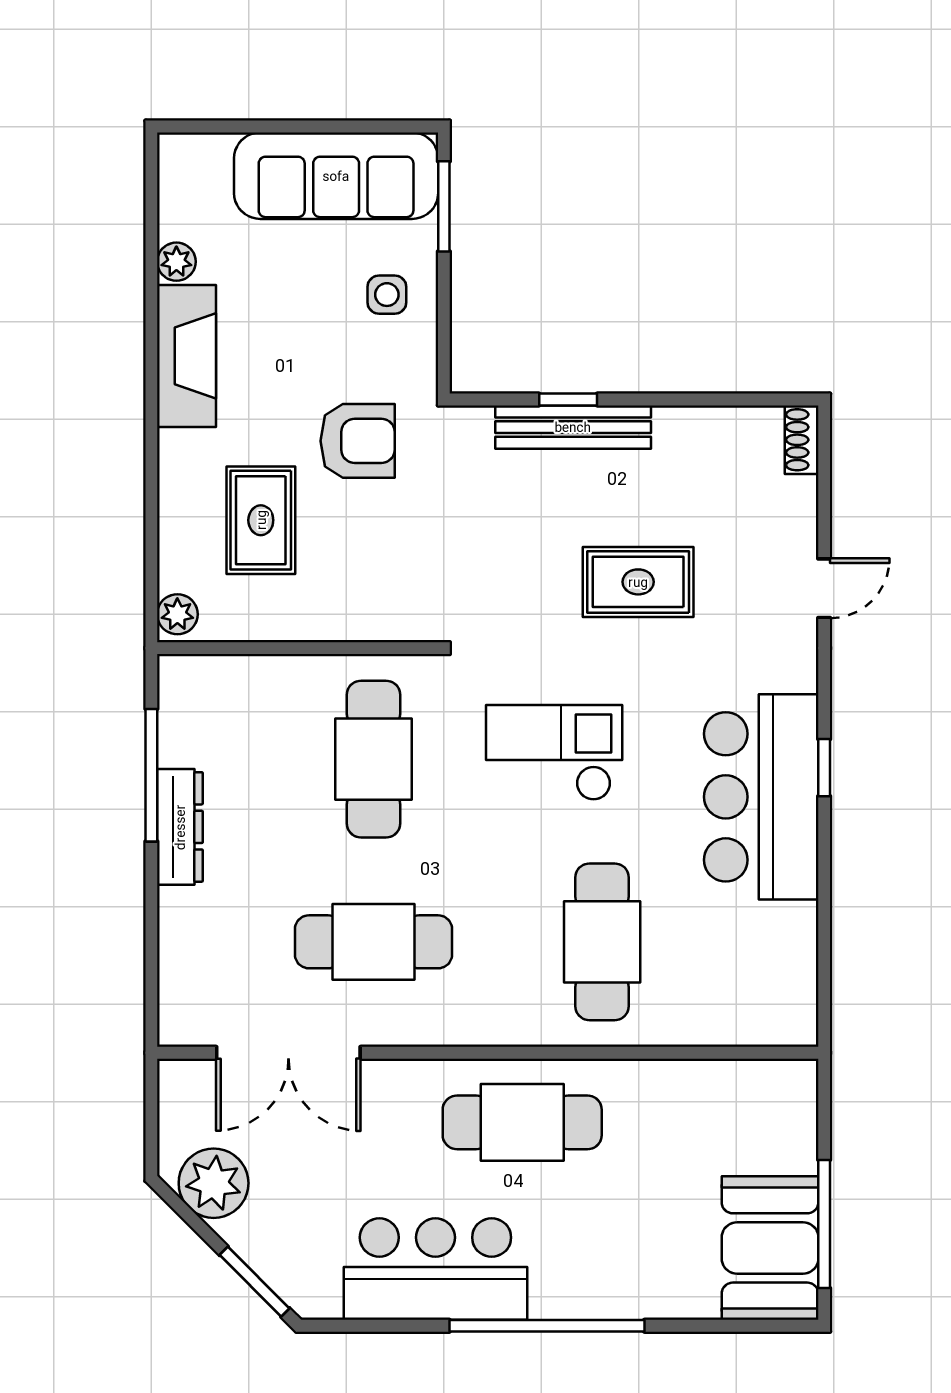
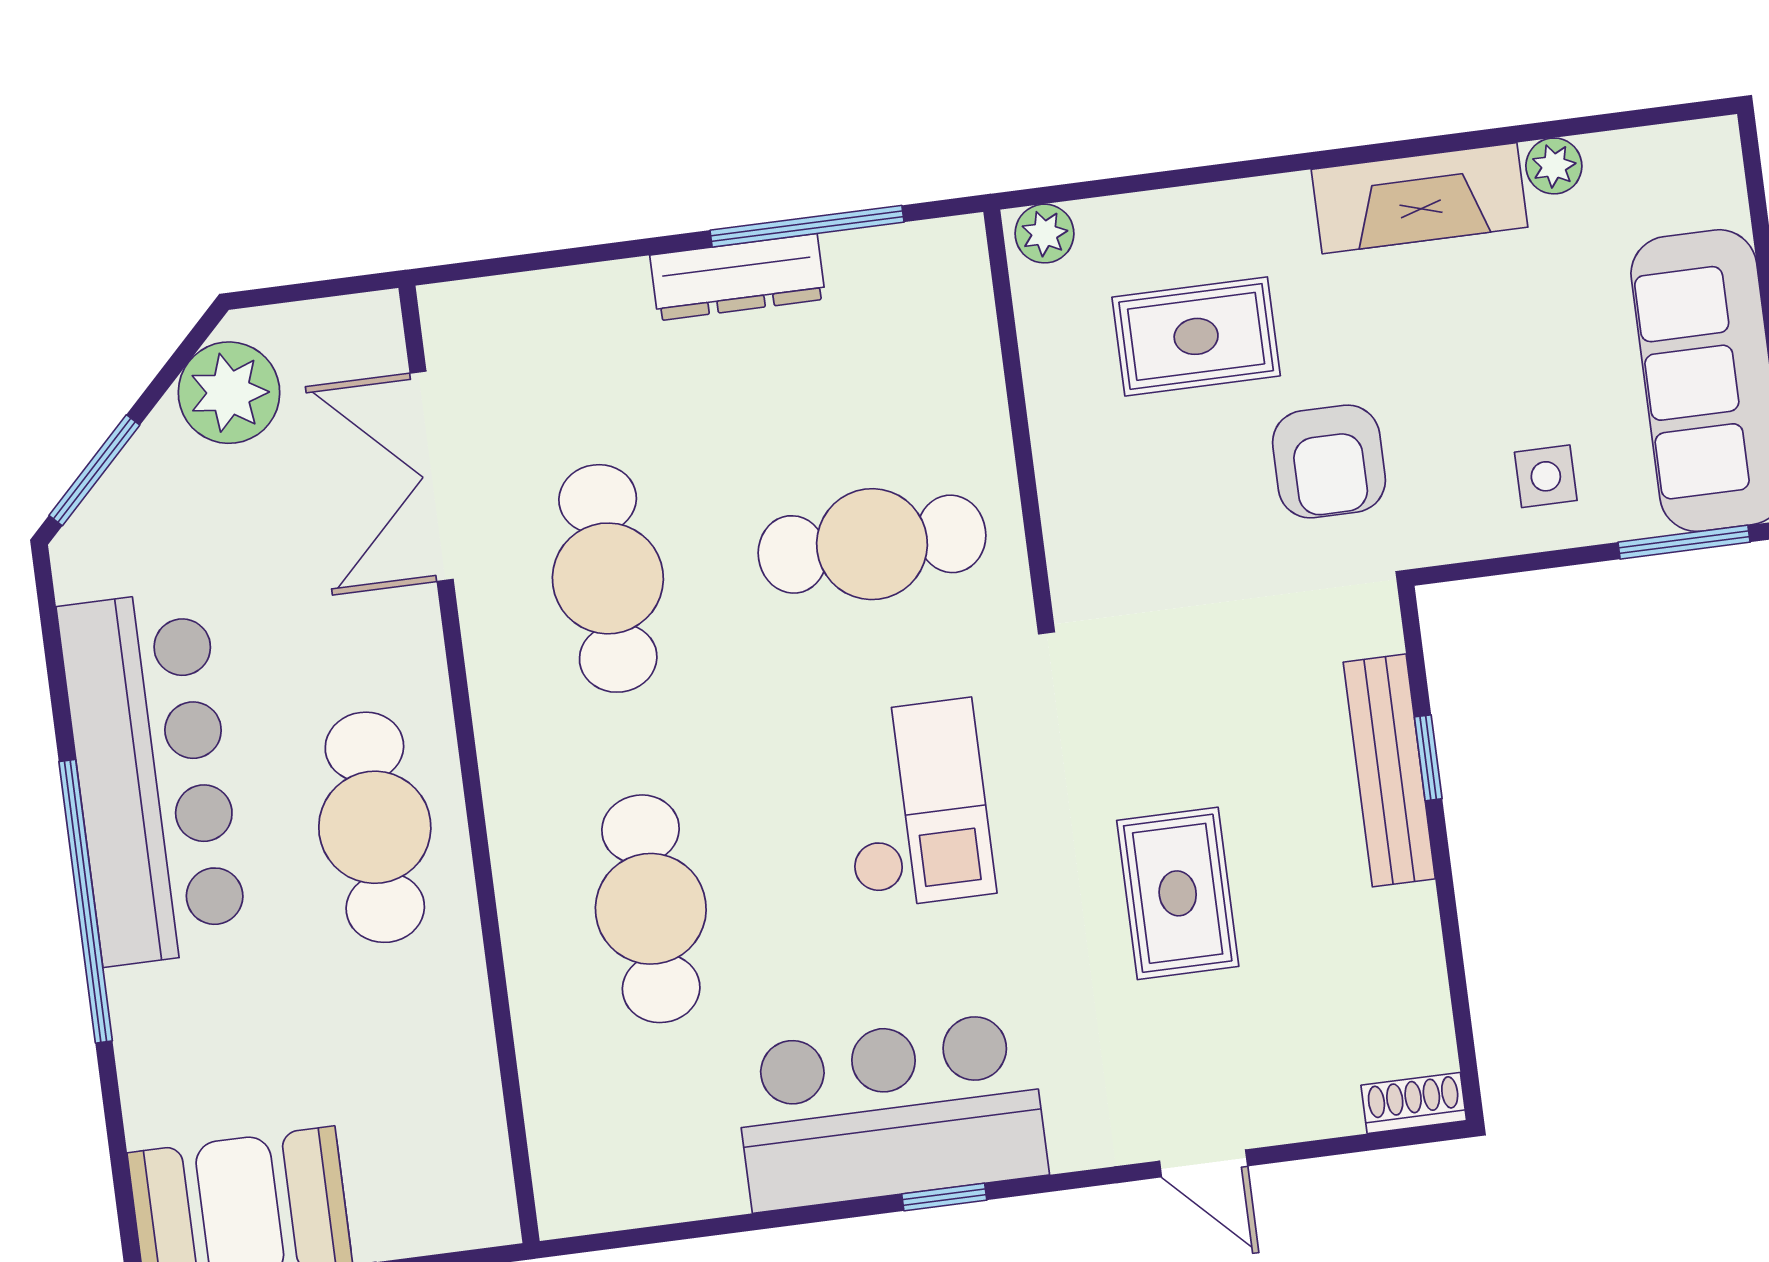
cafe table: (602, 942) -> (651, 909), turned 90
bar counter: (435, 1269) -> (153, 778), width x1.36

